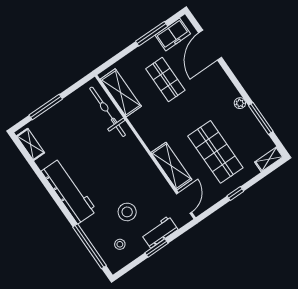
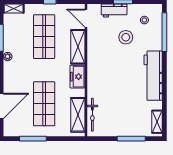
freezer: (173, 34) -> (78, 77), moved, turned -90
shop shelf: (165, 80) -> (44, 104), width x1.43, depth x1.36
bicycle: (108, 112) -> (92, 115), width x0.73, depth x0.71
door: (184, 203) -> (86, 18), hinge flipped

